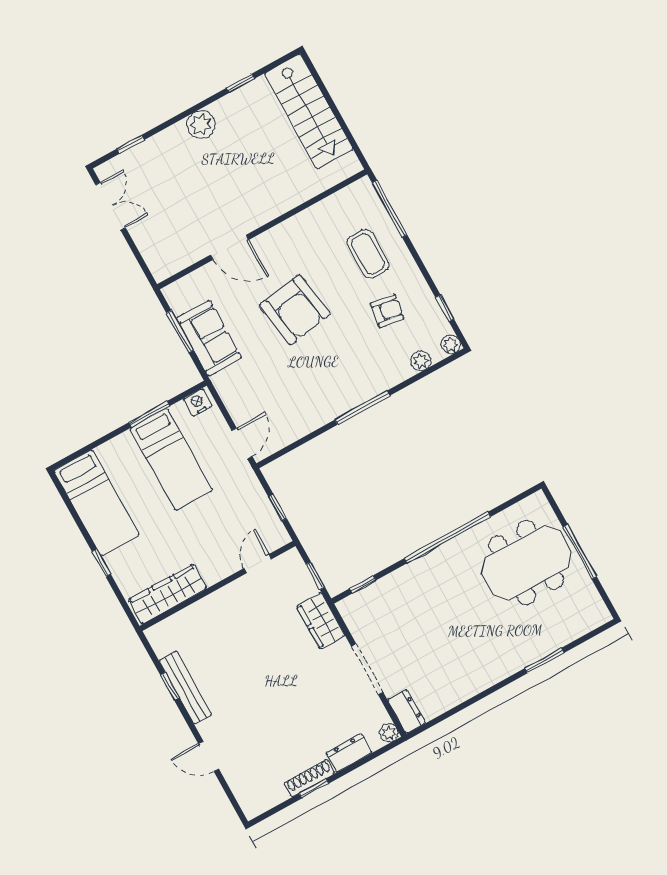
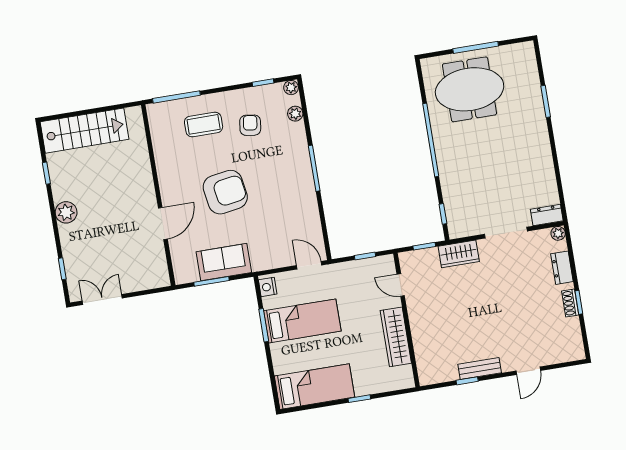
meeting table: (526, 563) -> (470, 89), turned 90
wardrobe: (167, 594) -> (396, 337), moved
bench: (185, 688) -> (480, 369), width x0.73
shoe rack: (309, 778) -> (570, 303), width x0.70

